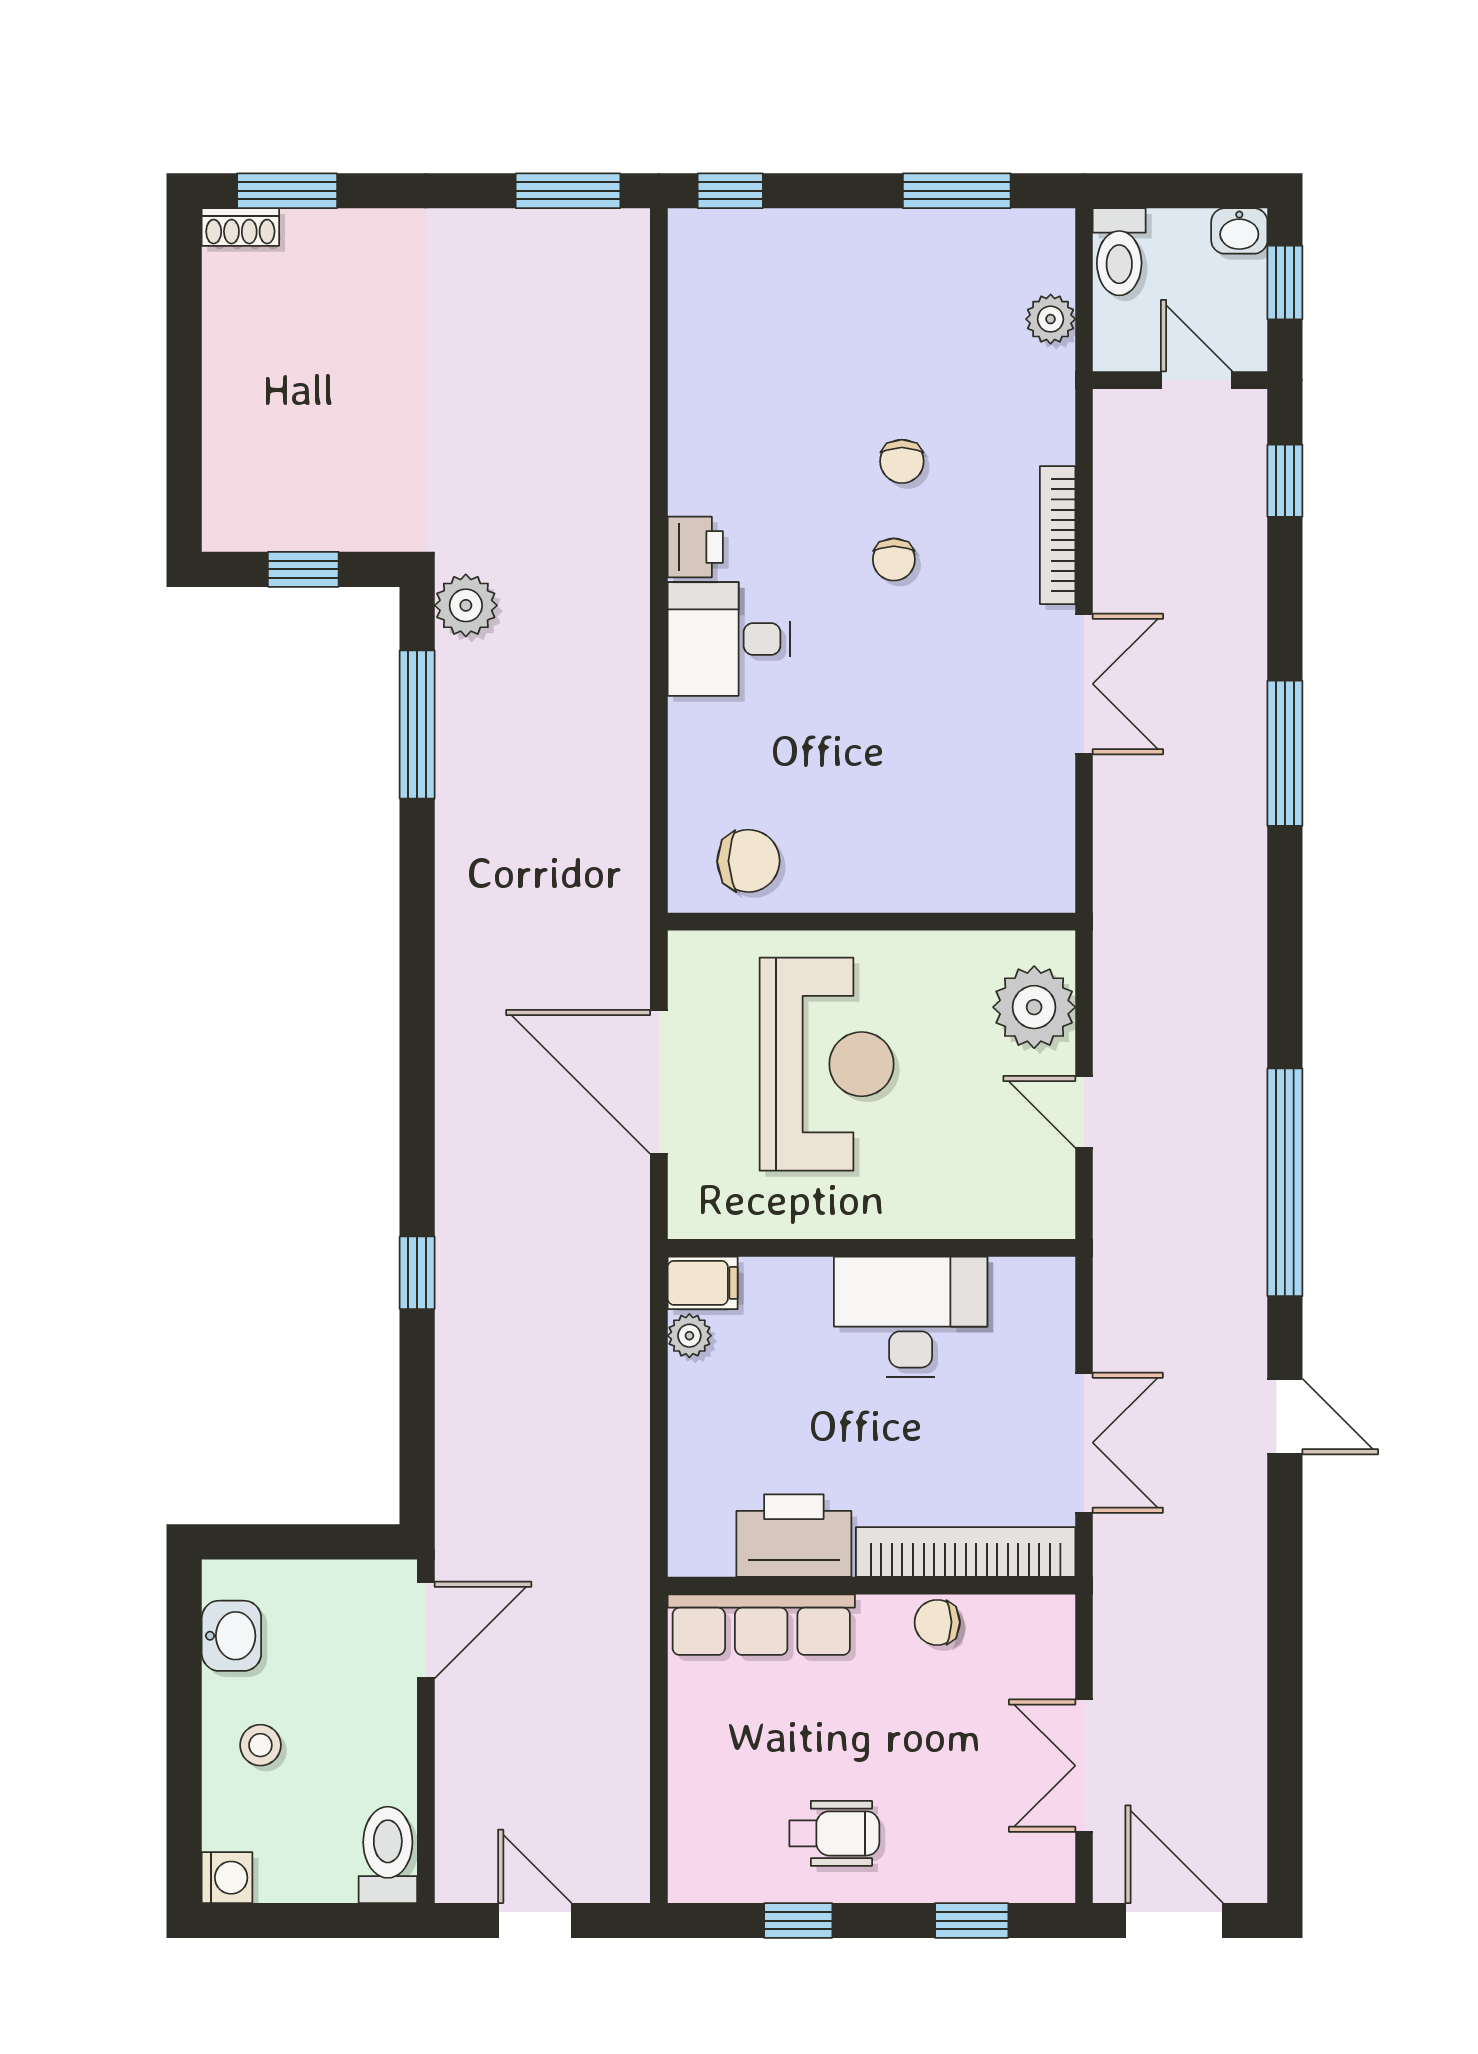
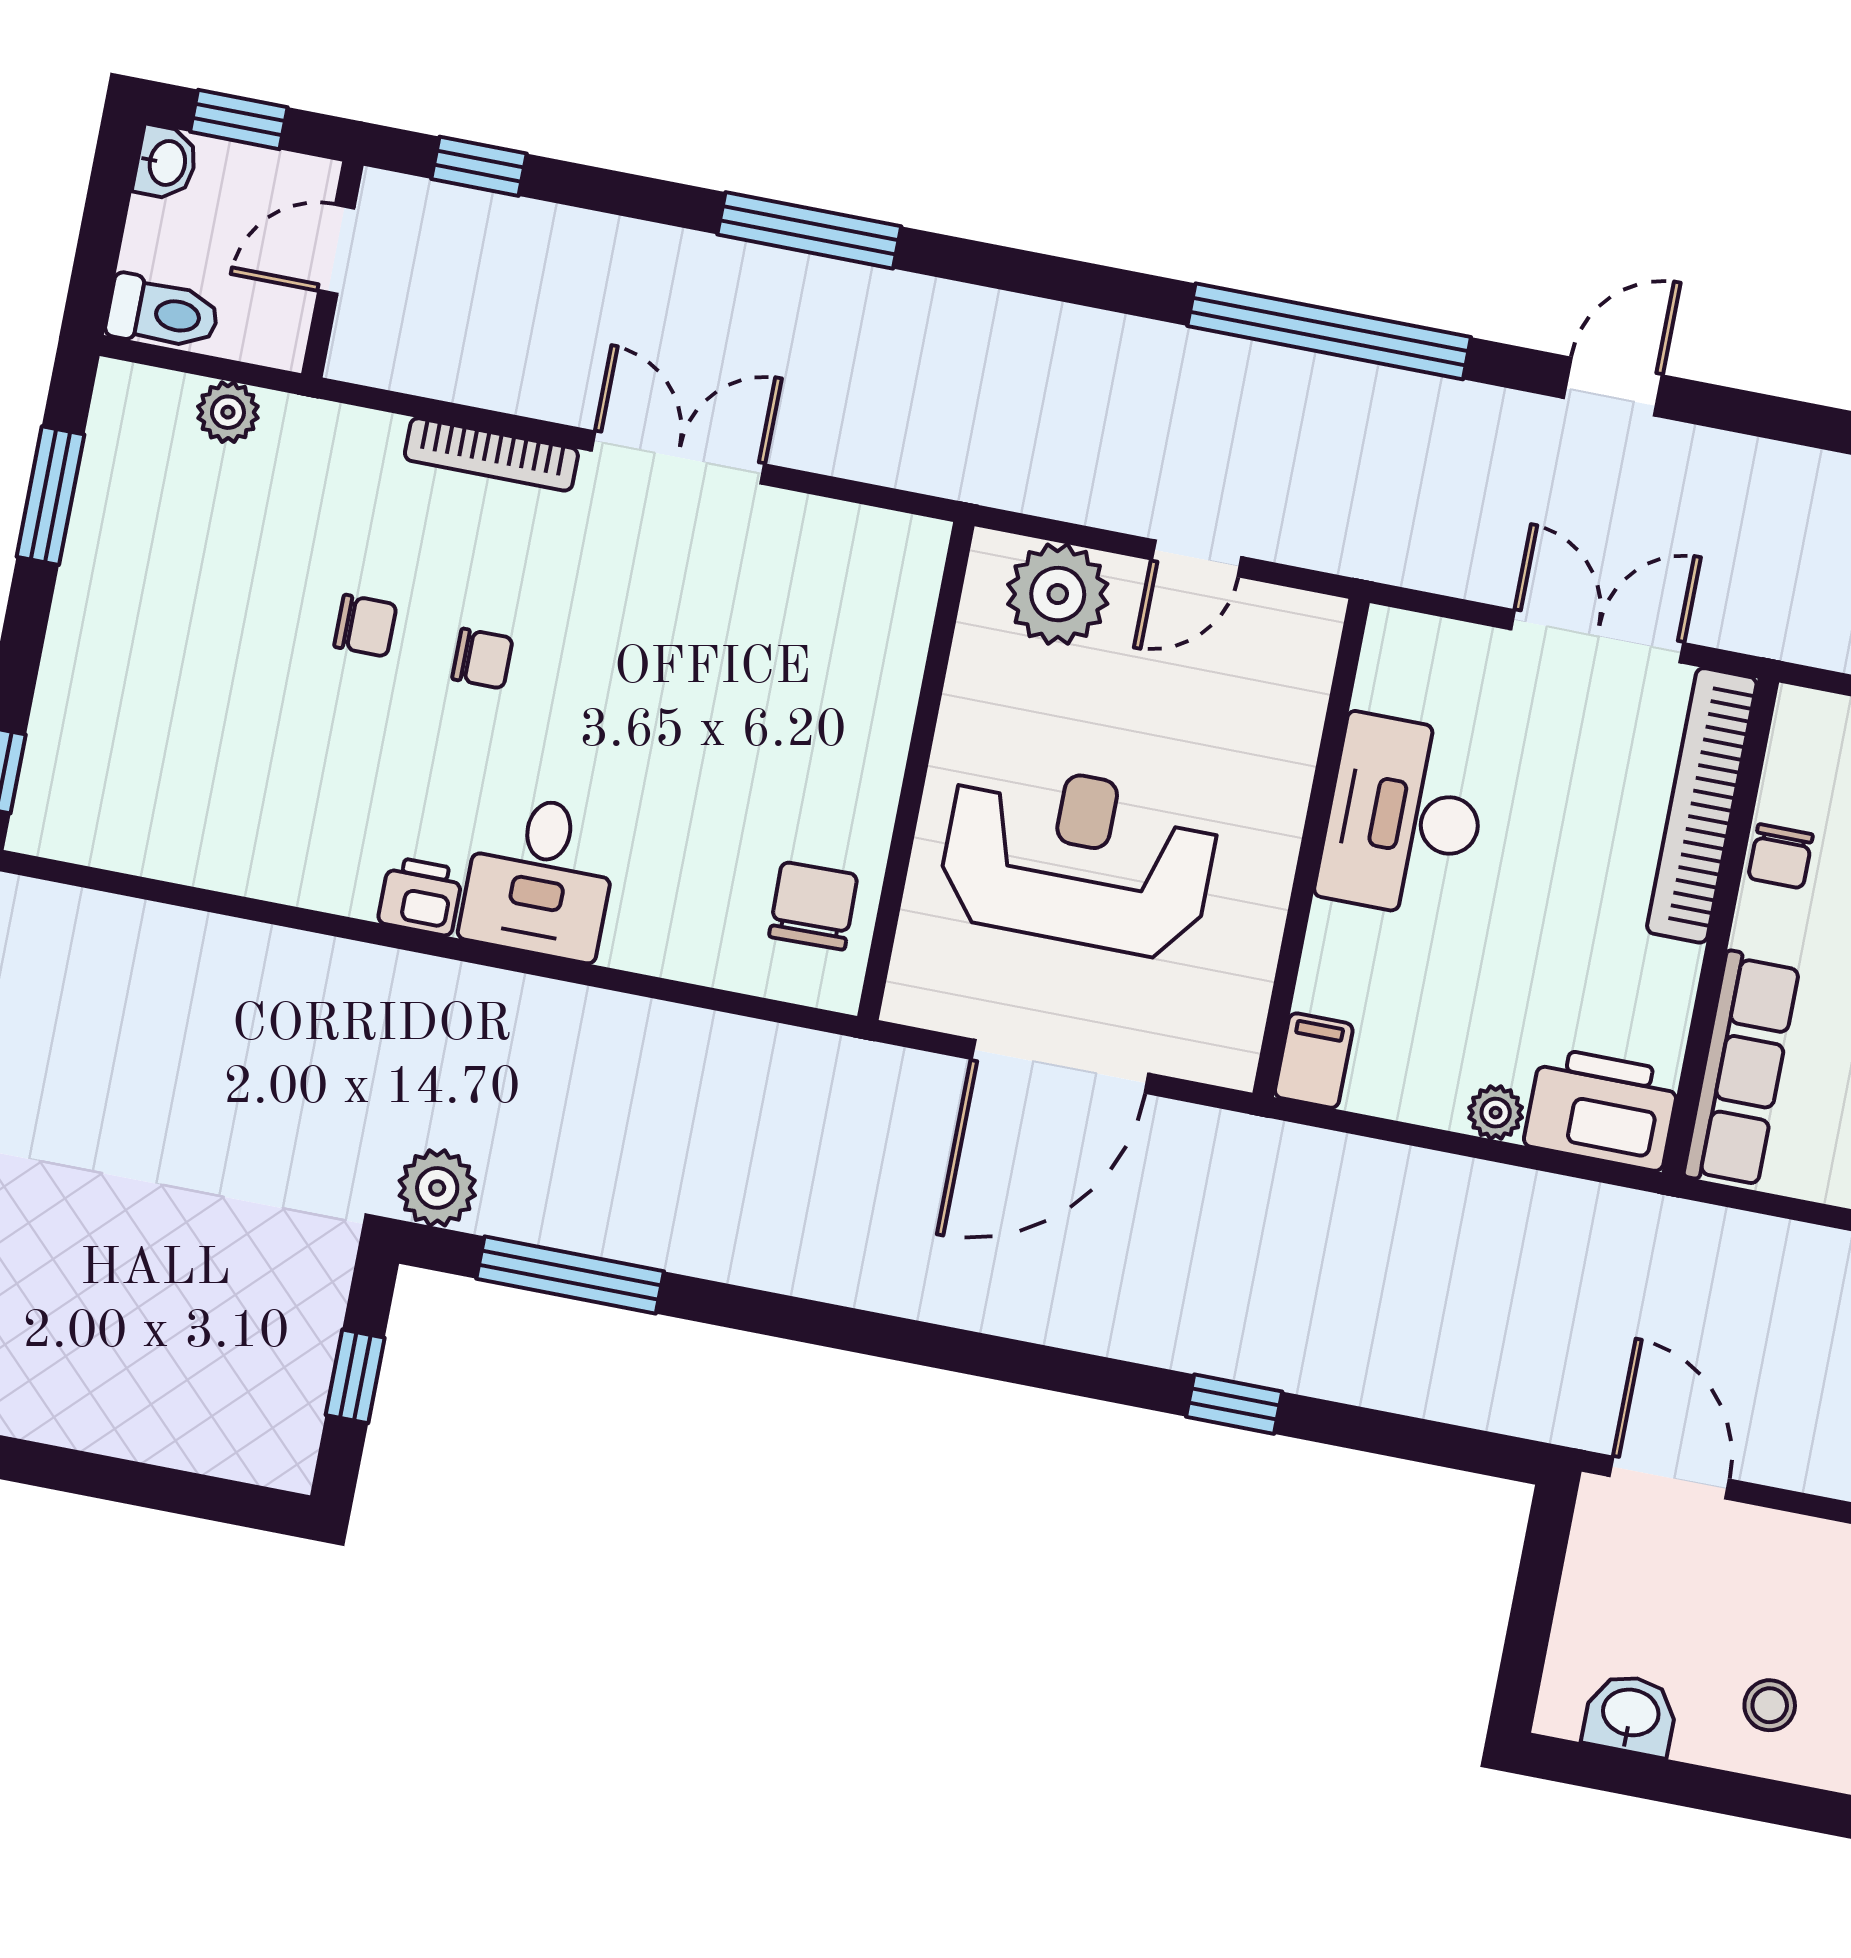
plant: (689, 1336) -> (1496, 1113), moved
printer: (794, 1536) -> (1602, 1109), moved, turned 90

